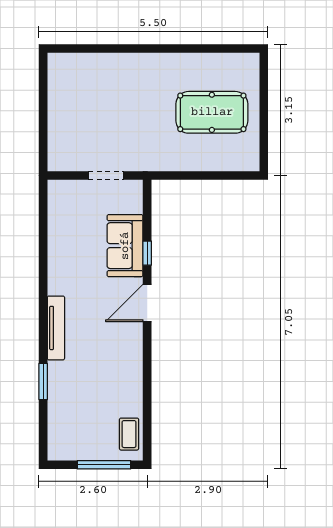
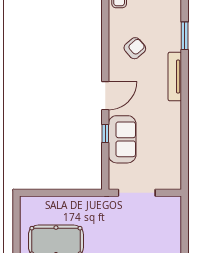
doorway: (106, 175) -> (137, 193), width x1.38
armchair: (108, 365) -> (135, 48), added

